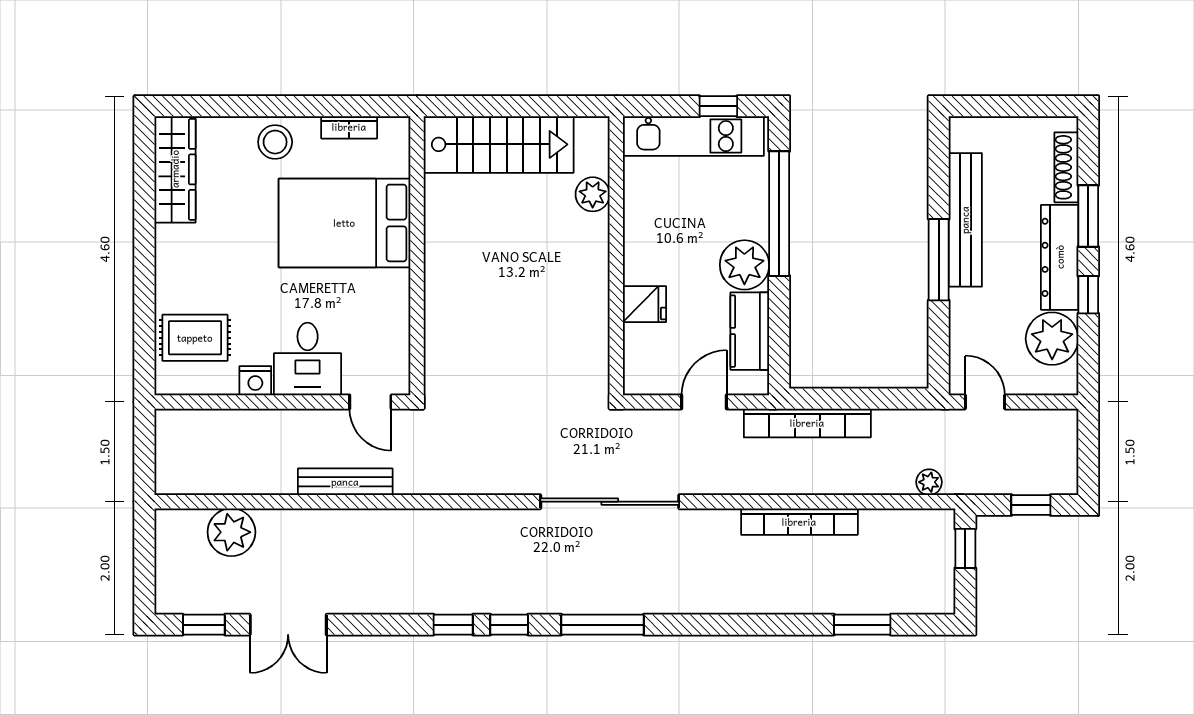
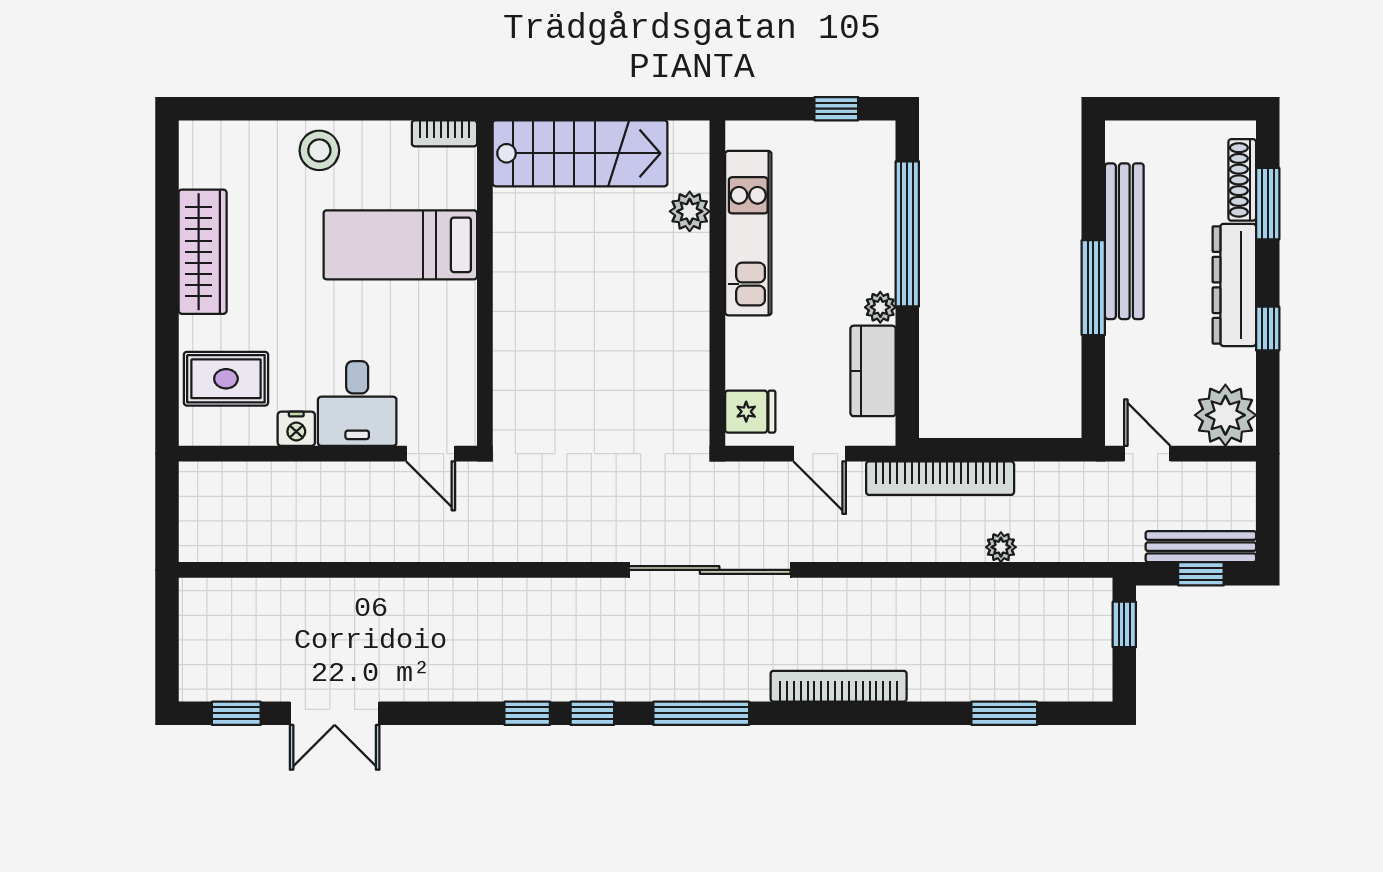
bookcase: (349, 127) -> (444, 133), moved
kitchen unit: (693, 136) -> (748, 233), moved, turned -90
wardrobe: (175, 169) -> (203, 252), moved
window: (1088, 216) -> (1268, 204), moved
bed: (344, 223) -> (400, 245), width x0.67
plant: (744, 265) -> (880, 307), width x0.53, depth x0.53
fridge: (645, 304) -> (750, 412), moved
plant: (1052, 339) -> (1225, 415), moved
door: (704, 402) -> (820, 454), swing flipped
bench: (345, 482) -> (1201, 547), moved
plant: (929, 482) -> (1001, 547), moved
bookcase: (799, 522) -> (839, 686), moved, turned 180
plant: (231, 532) -> (268, 605), removed

